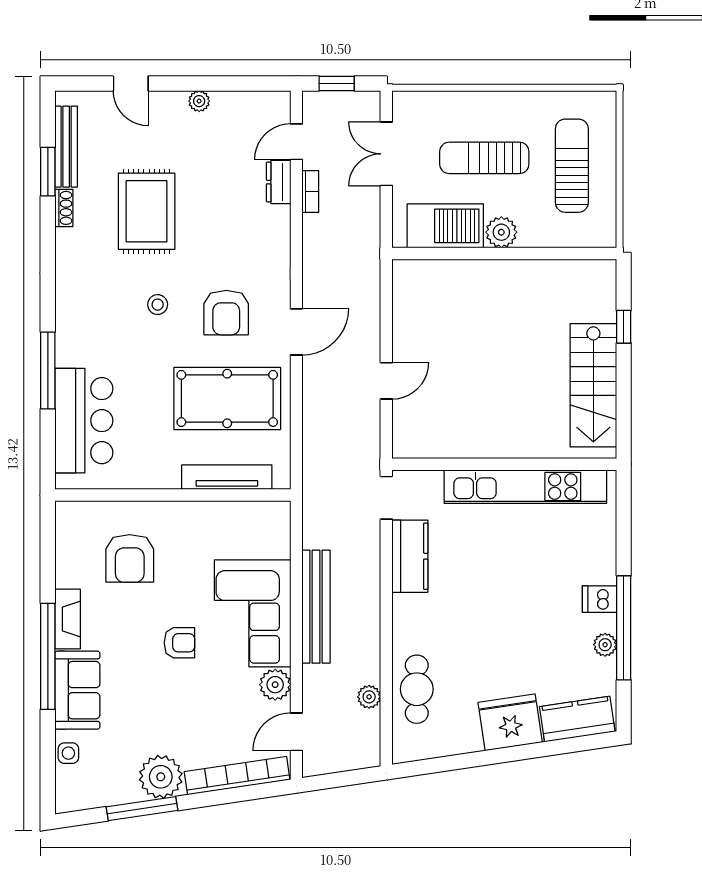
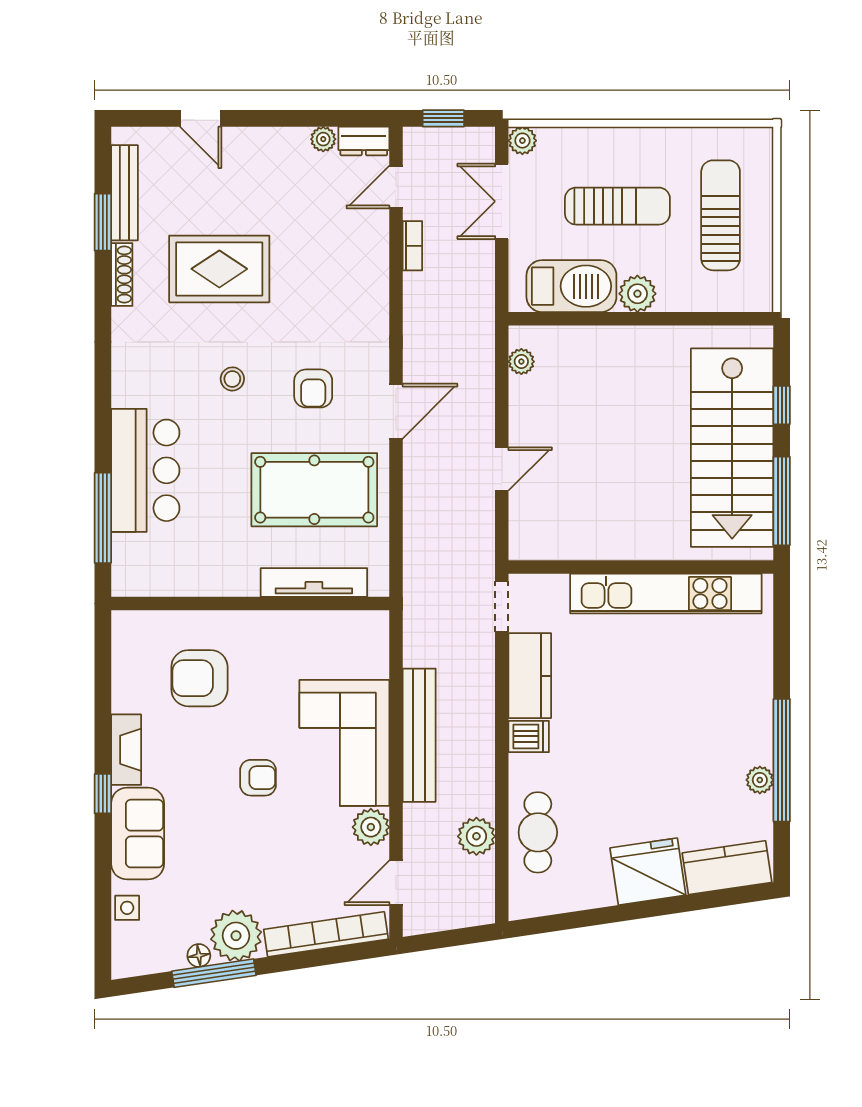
plant: (199, 101) -> (323, 139), moved
plant: (404, 102) -> (522, 141), added
sun lounger: (484, 158) -> (617, 206), turned 180
dresser: (279, 182) -> (364, 141), moved, turned -90
shoe rack: (64, 208) -> (122, 274), width x1.43
rug: (147, 211) -> (219, 269), turned 90
plant: (403, 290) -> (521, 362), added
armchair: (226, 313) -> (313, 388), width x0.72, depth x0.72
window: (48, 370) -> (103, 518), moved
stairs: (593, 385) -> (732, 448), width x1.36, depth x1.51
window: (624, 408) -> (782, 501), added
bar counter: (84, 421) -> (145, 470), moved
armchair: (130, 558) -> (199, 678), turned 90
dishwasher: (599, 599) -> (529, 736), moved, turned 180
window: (48, 656) -> (103, 794), width x0.32
plant: (369, 697) -> (476, 836), width x1.38, depth x1.38
floor lamp: (129, 794) -> (199, 955), added

